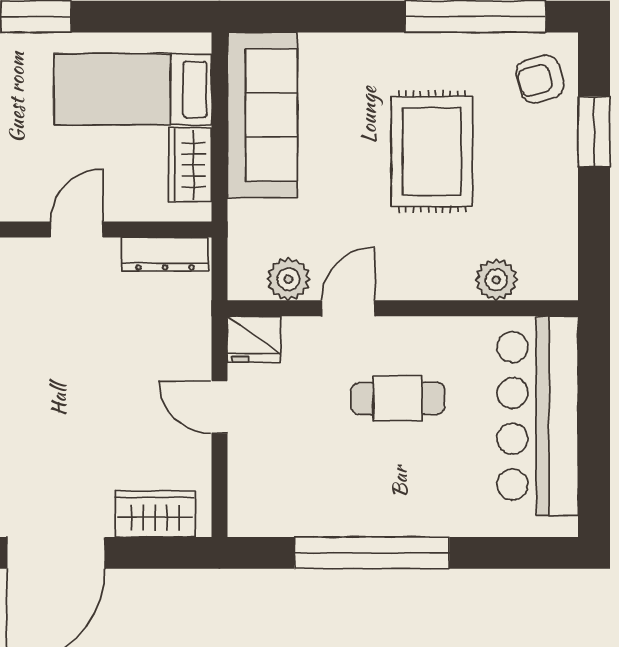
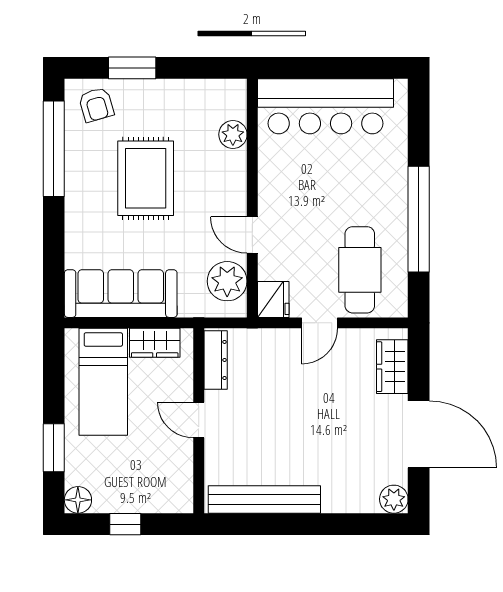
rug: (432, 152) -> (146, 178), turned 90
plant: (288, 279) -> (227, 281), width x1.36, depth x1.36
cafe table: (398, 399) -> (360, 270), moved, width x1.37, depth x1.35

